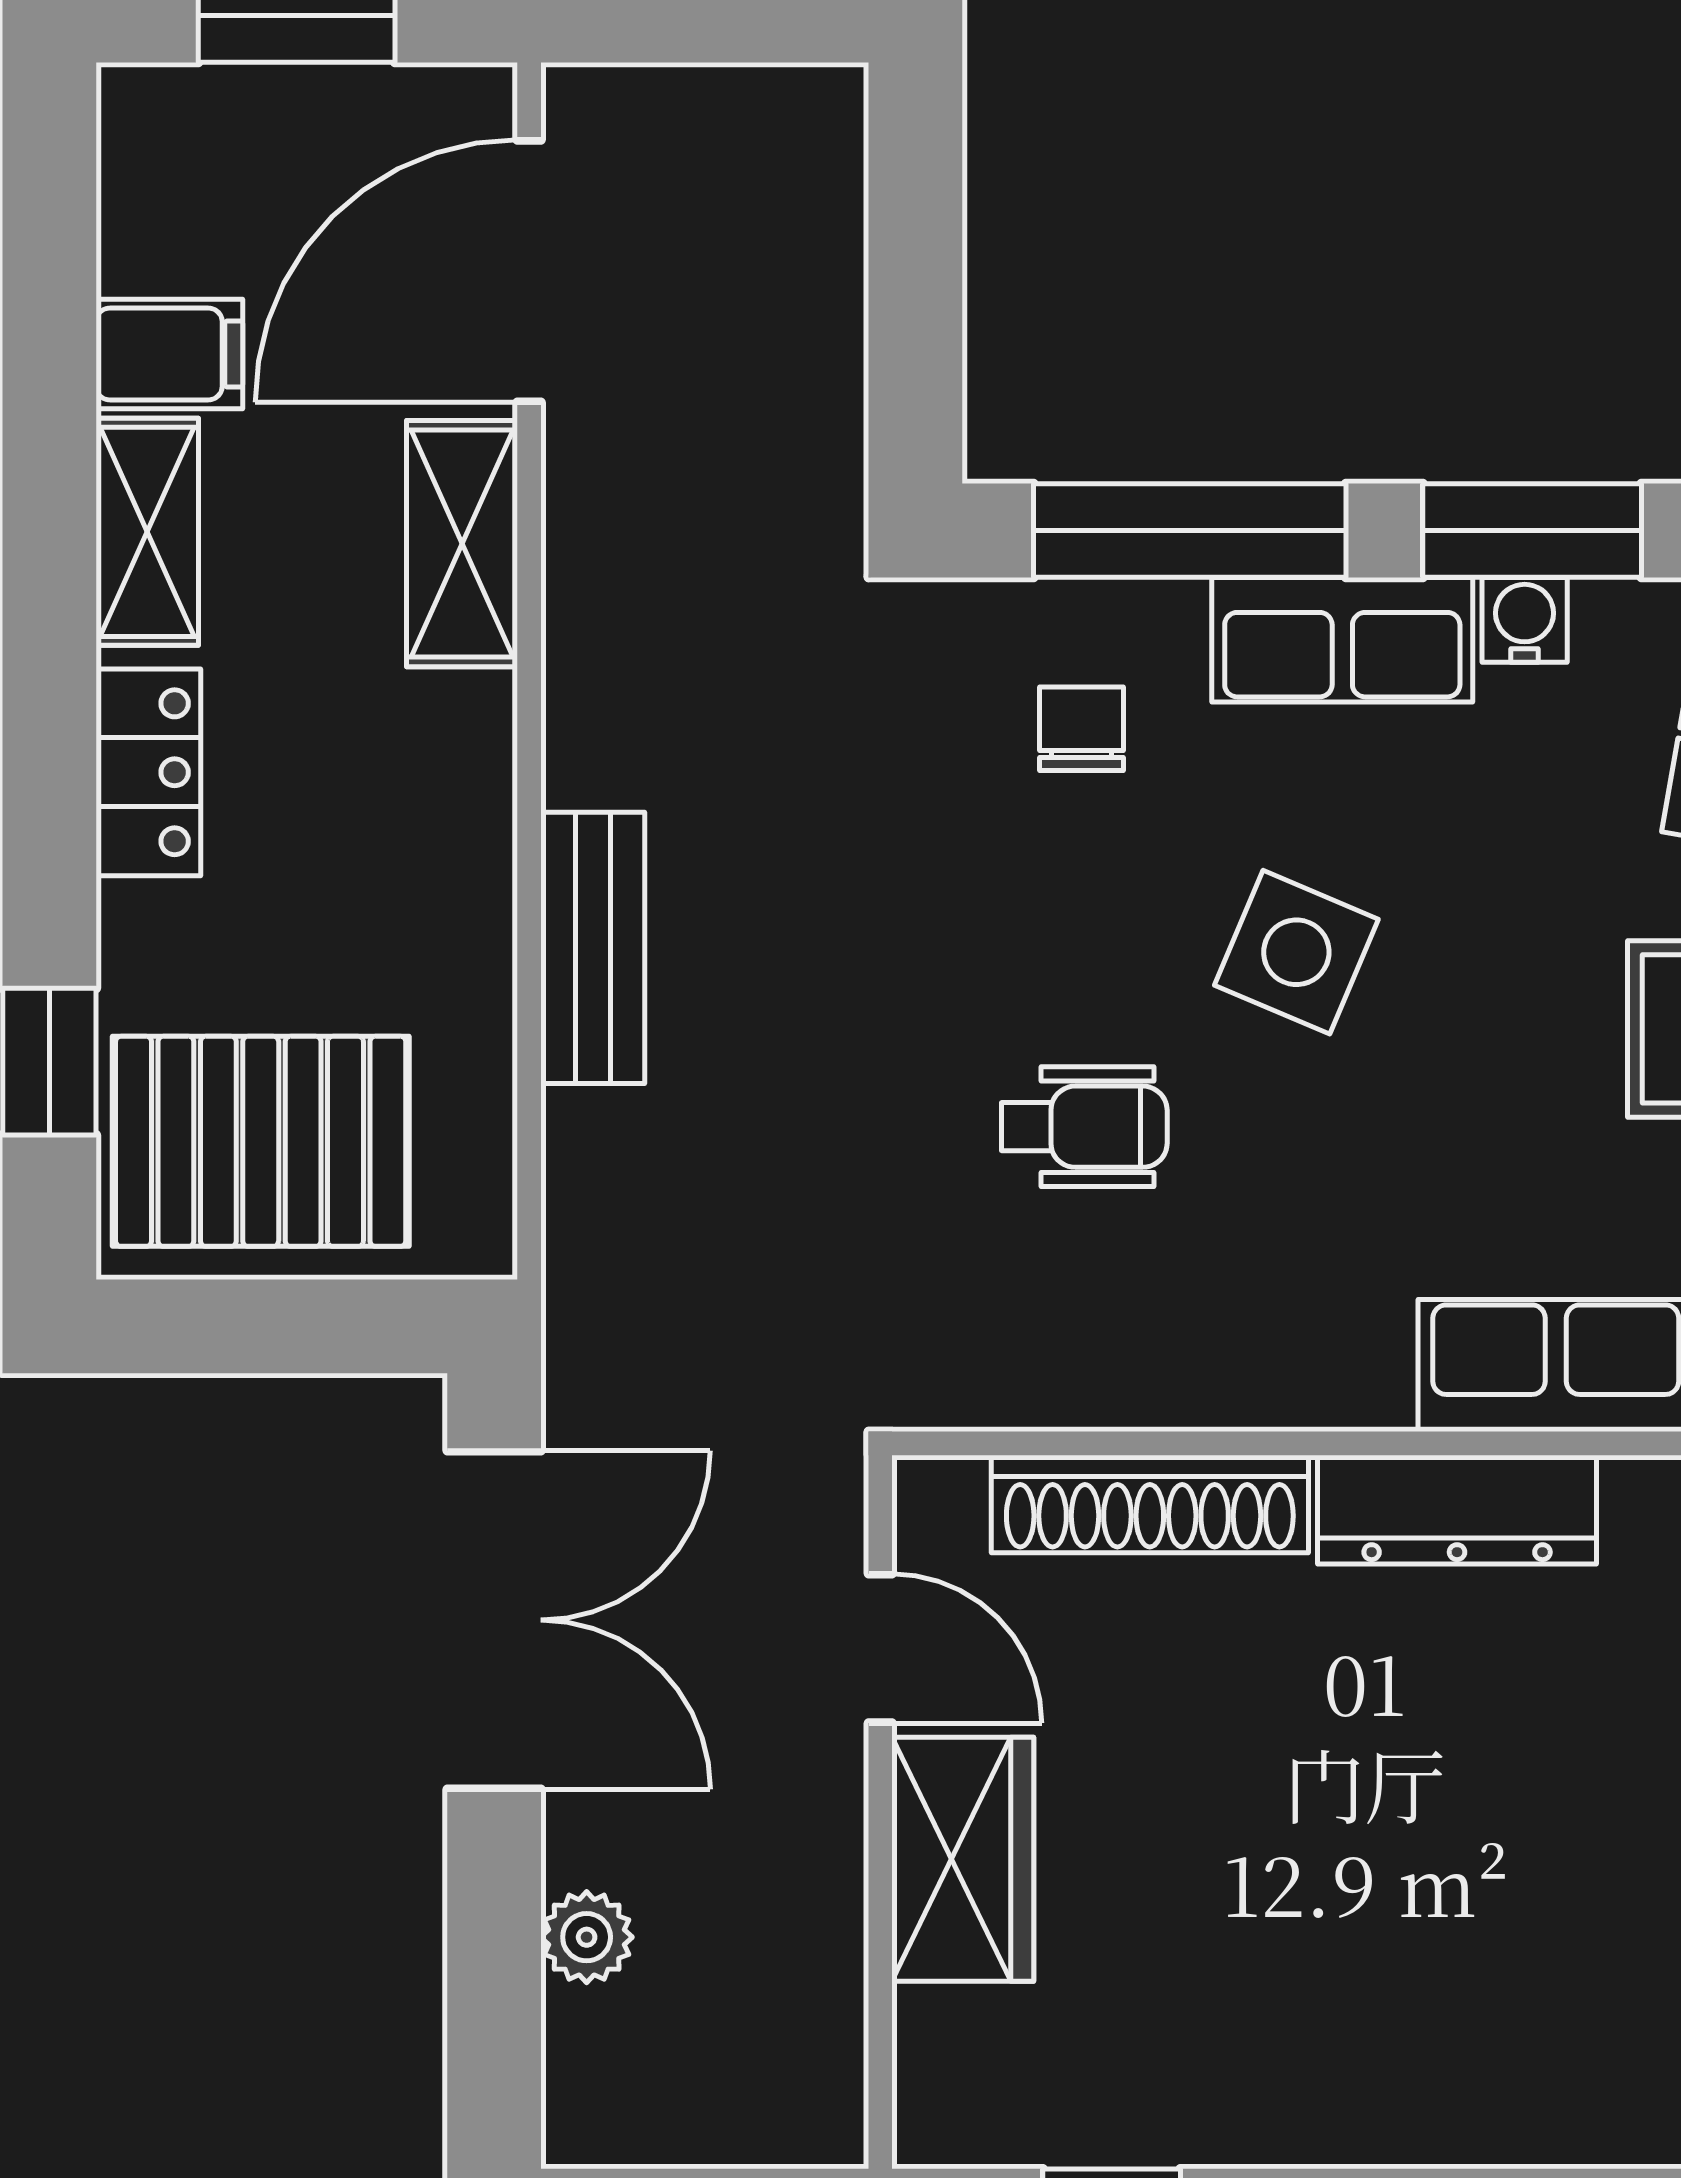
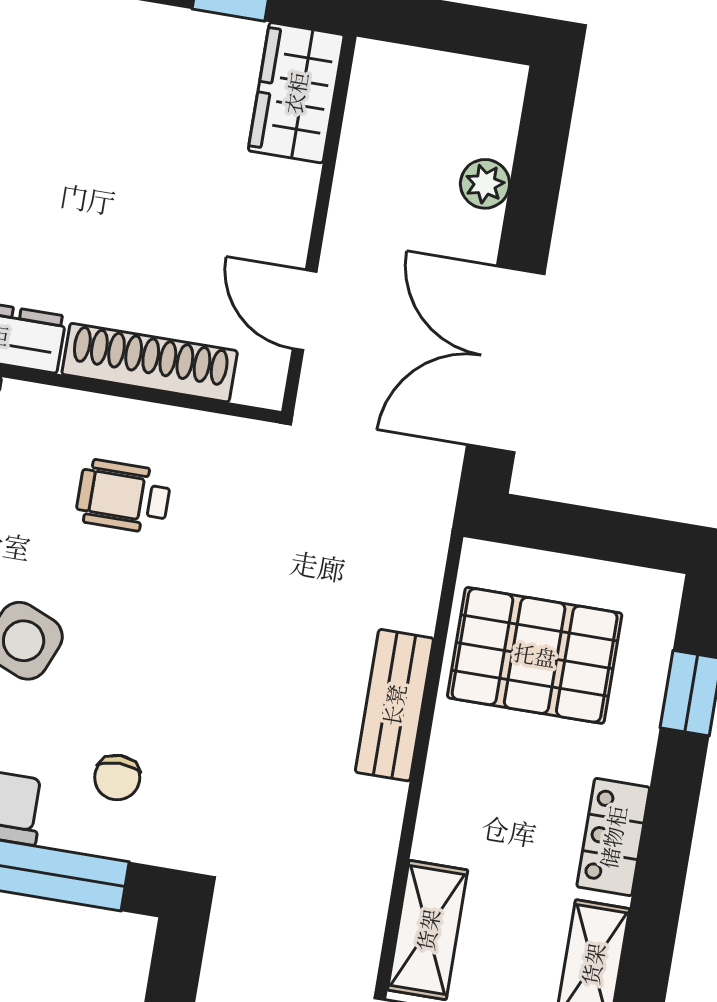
wheelchair: (1084, 1127) -> (123, 496), moved
pallet: (261, 1141) -> (535, 655), moved
wardrobe: (963, 1859) -> (296, 93), moved

